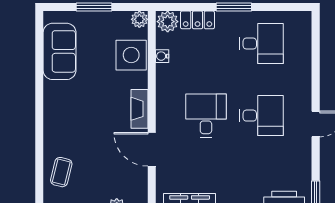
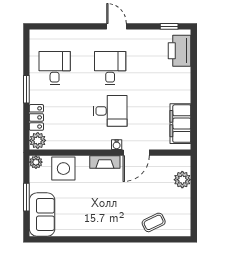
sofa: (60, 51) -> (42, 215), moved, turned 90
water cooler: (162, 56) -> (117, 145), moved
desk: (206, 116) -> (110, 111), turned 180
coffee table: (61, 172) -> (154, 222), turned -40

